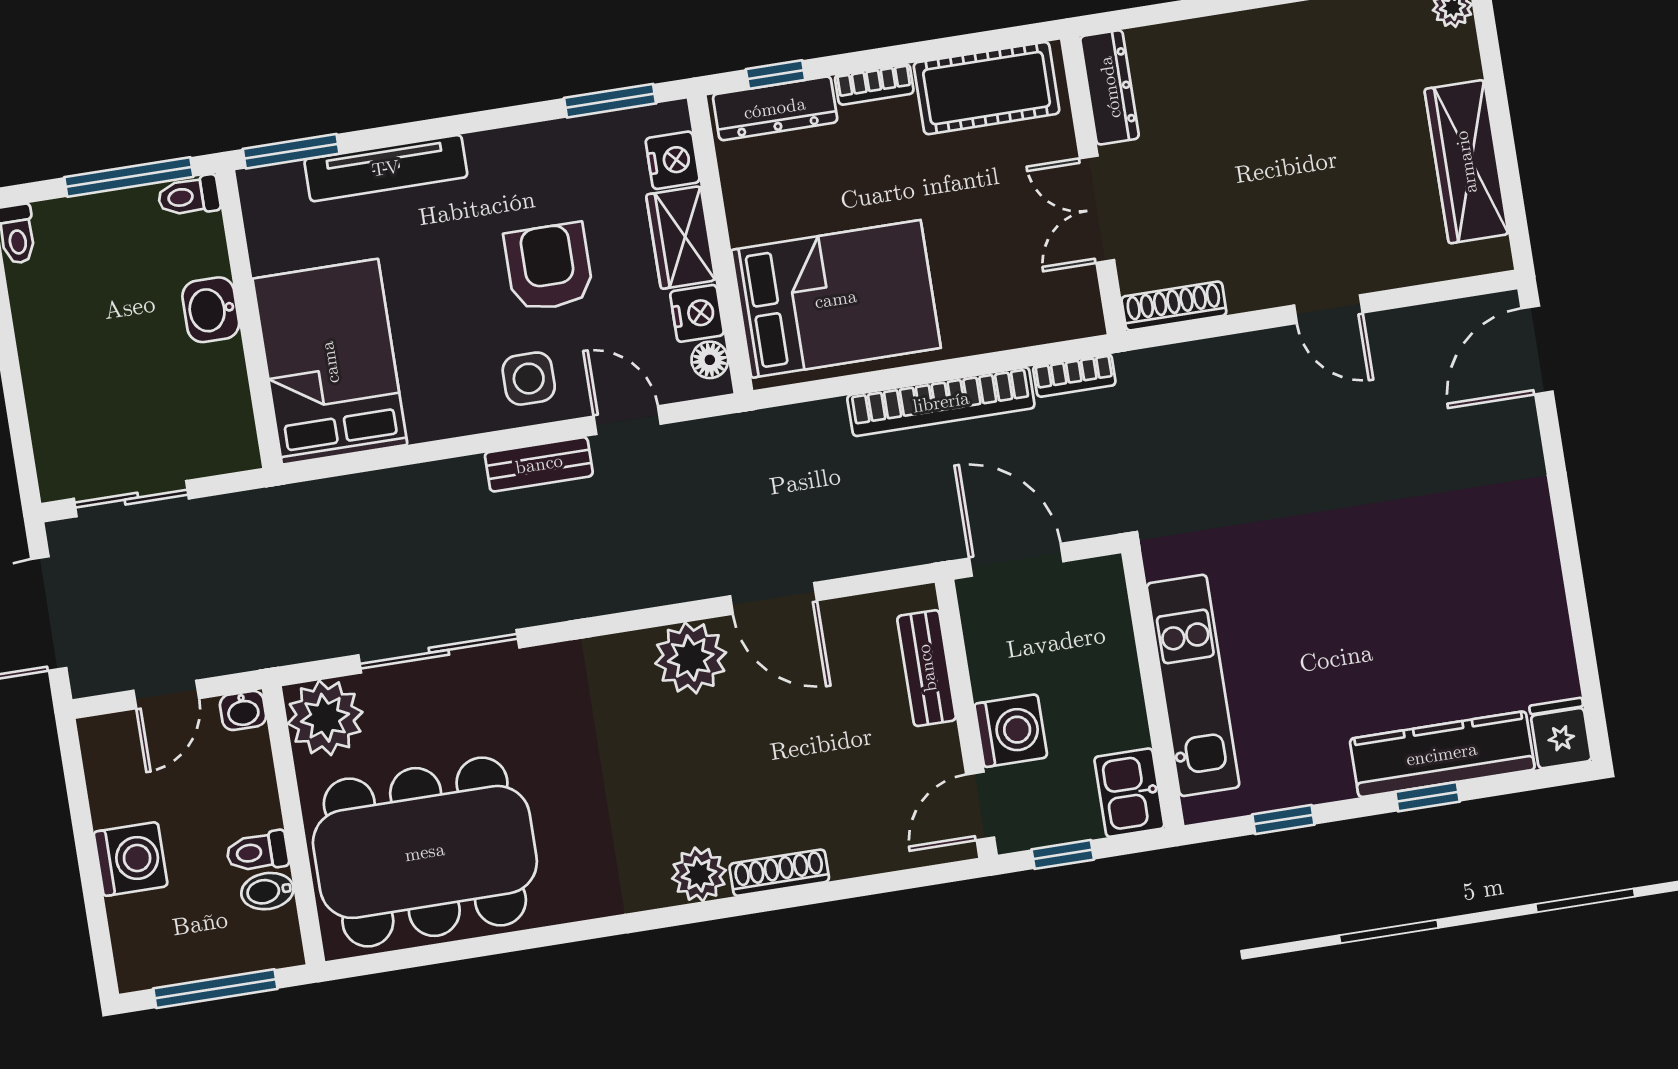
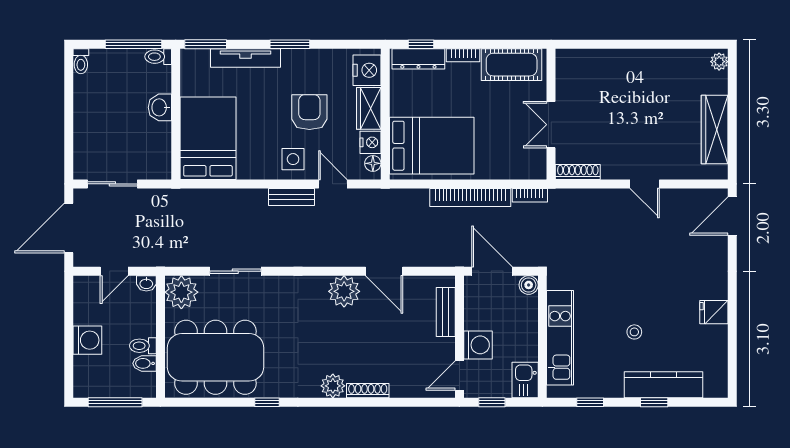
dresser: (1110, 87) -> (565, 73), removed
window: (610, 101) -> (290, 44), moved
nightstand: (673, 160) -> (367, 70), width x1.36, depth x1.33
boiler: (1103, 578) -> (529, 285), added
stool: (1358, 646) -> (634, 332), added
sliding door: (439, 651) -> (235, 271), width x0.73
fridge: (1560, 733) -> (714, 312), moved, turned -90
window: (557, 935) -> (267, 402), added

